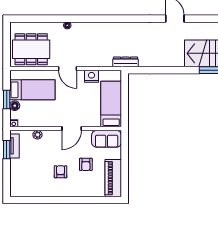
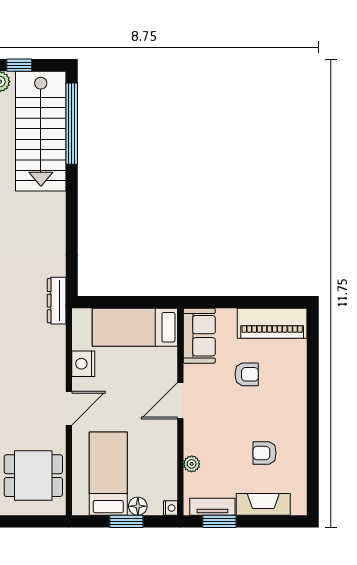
dining table: (31, 49) -> (33, 476), width x0.73
door: (72, 129) -> (180, 401), swing flipped
armchair: (61, 172) -> (265, 453), moved
fireplace: (16, 173) -> (263, 504), added

